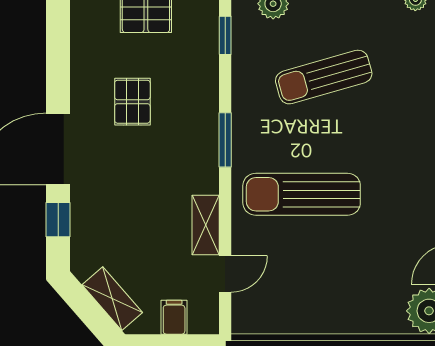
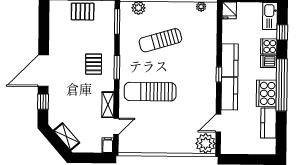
window: (225, 35) -> (117, 22), width x1.50
pallet: (132, 102) -> (94, 64), moved
filing cabinet: (174, 317) -> (108, 145), moved

